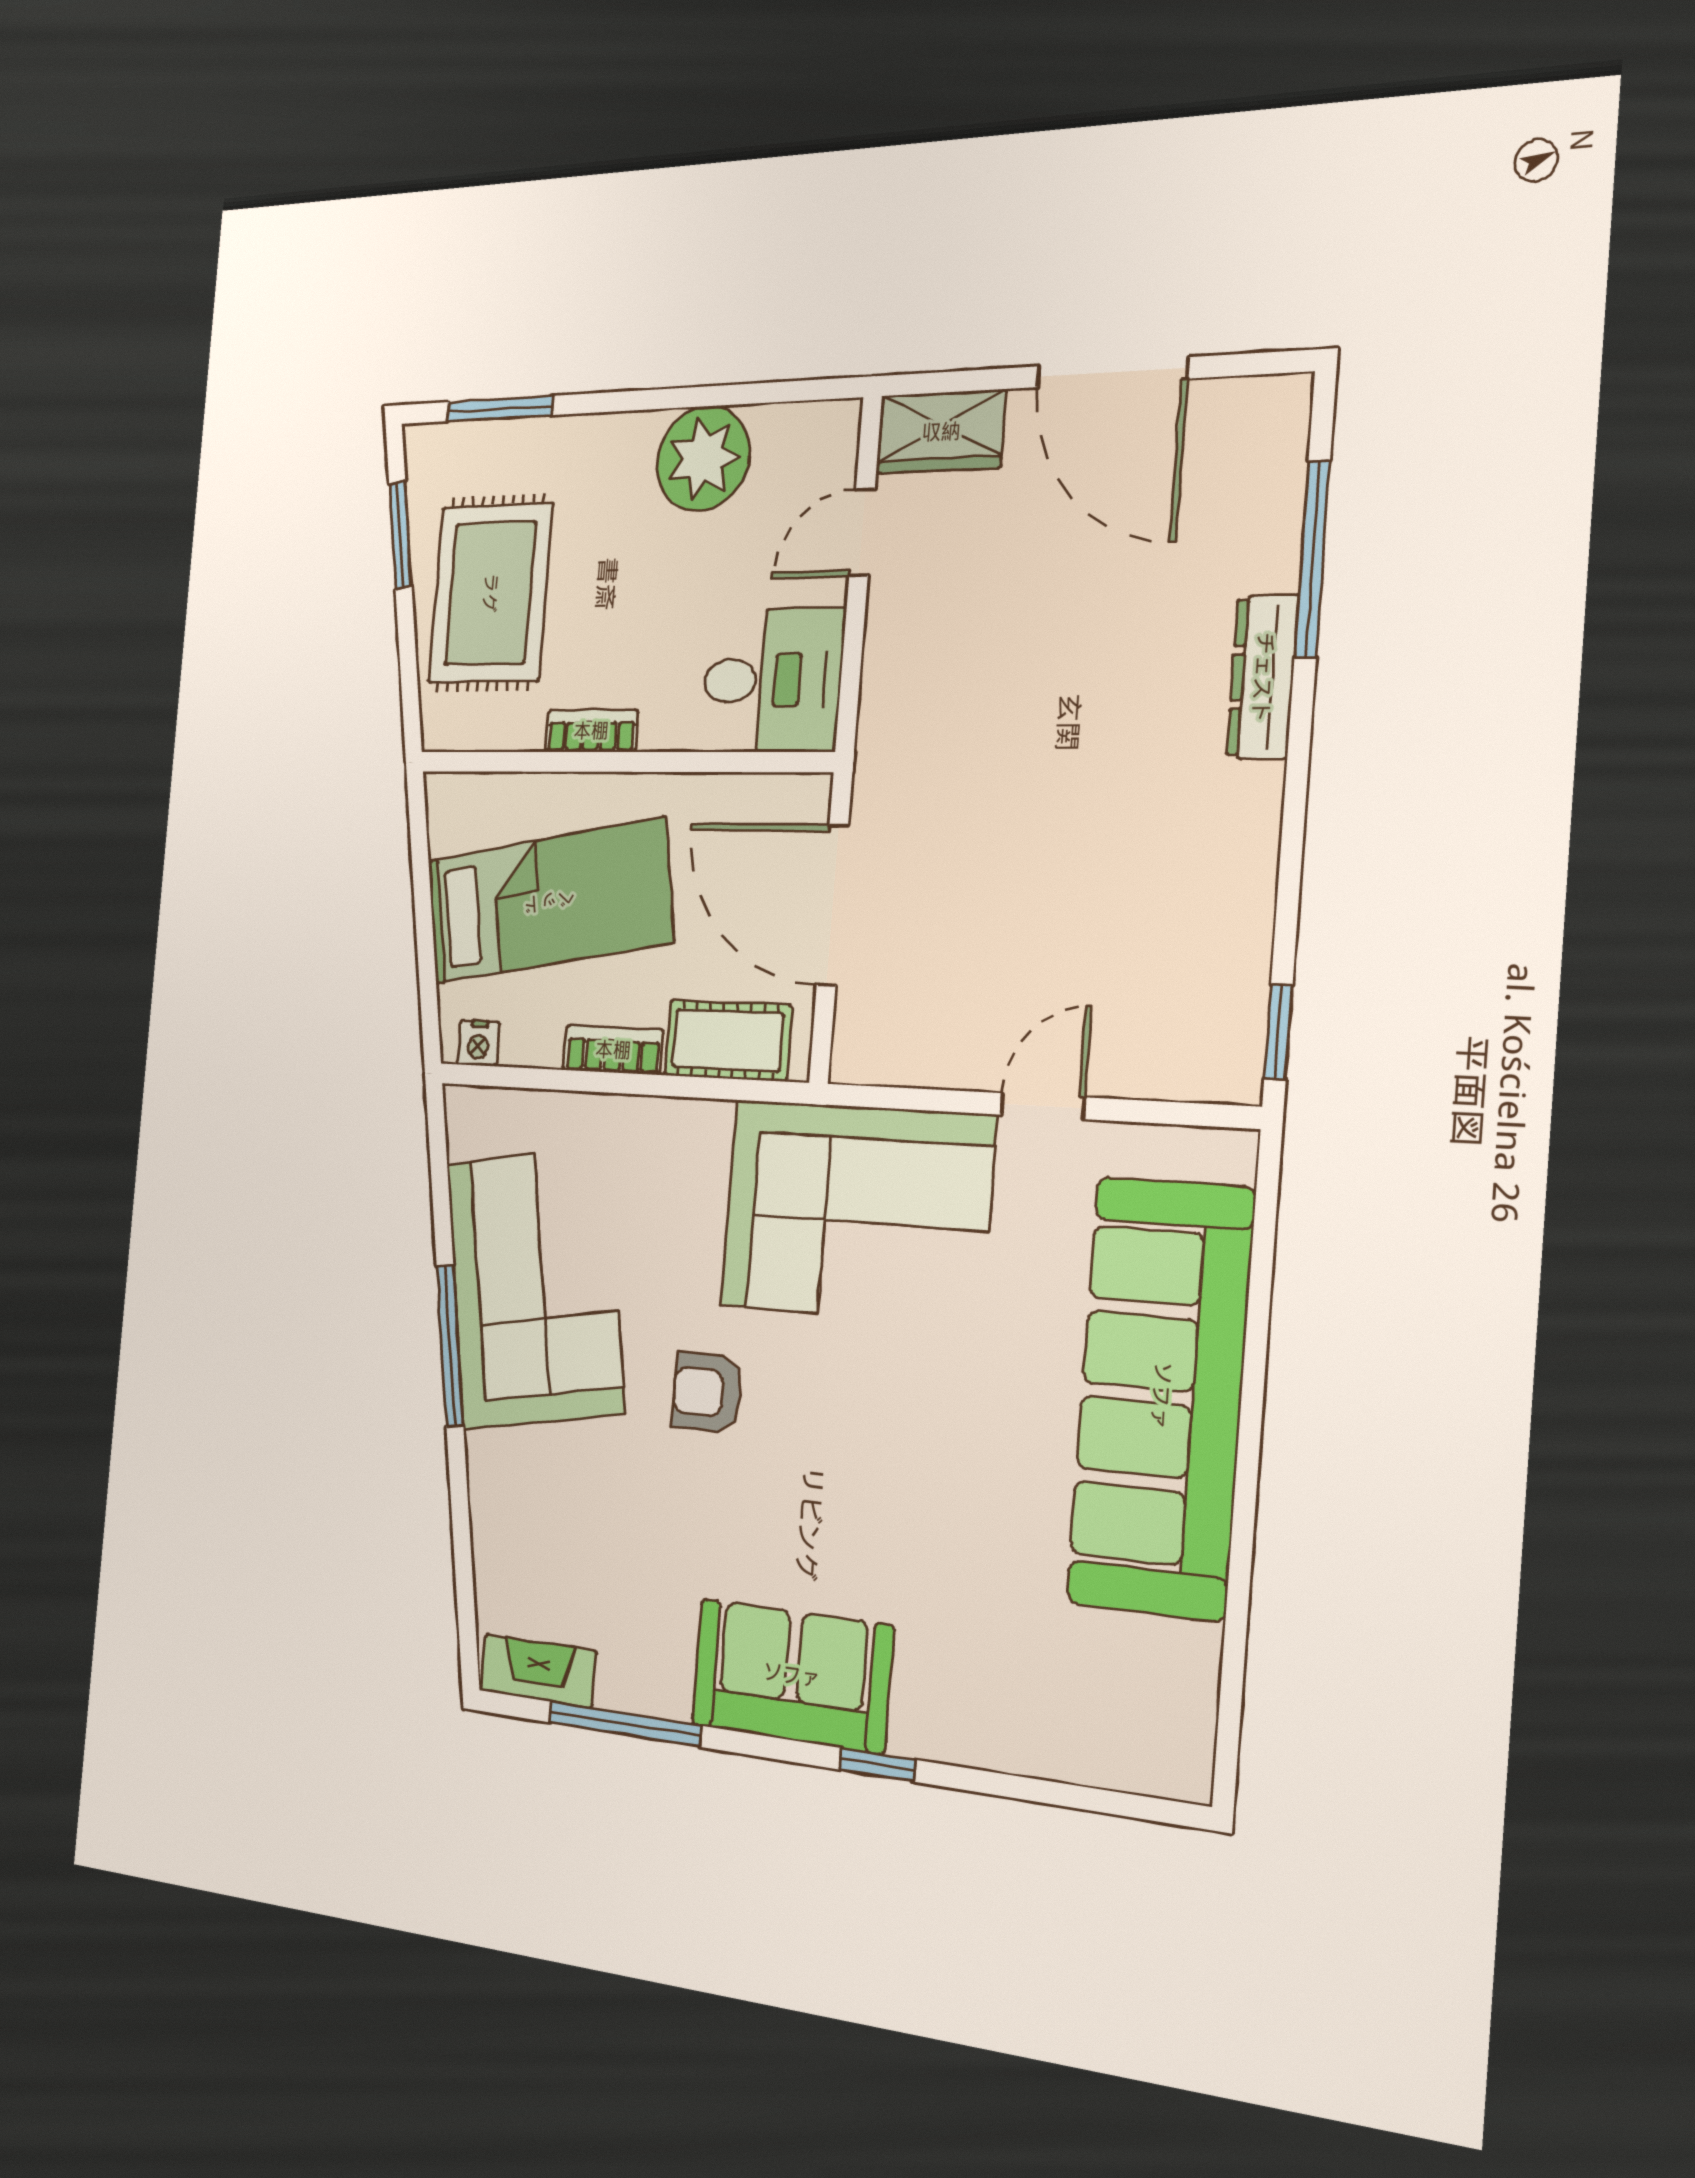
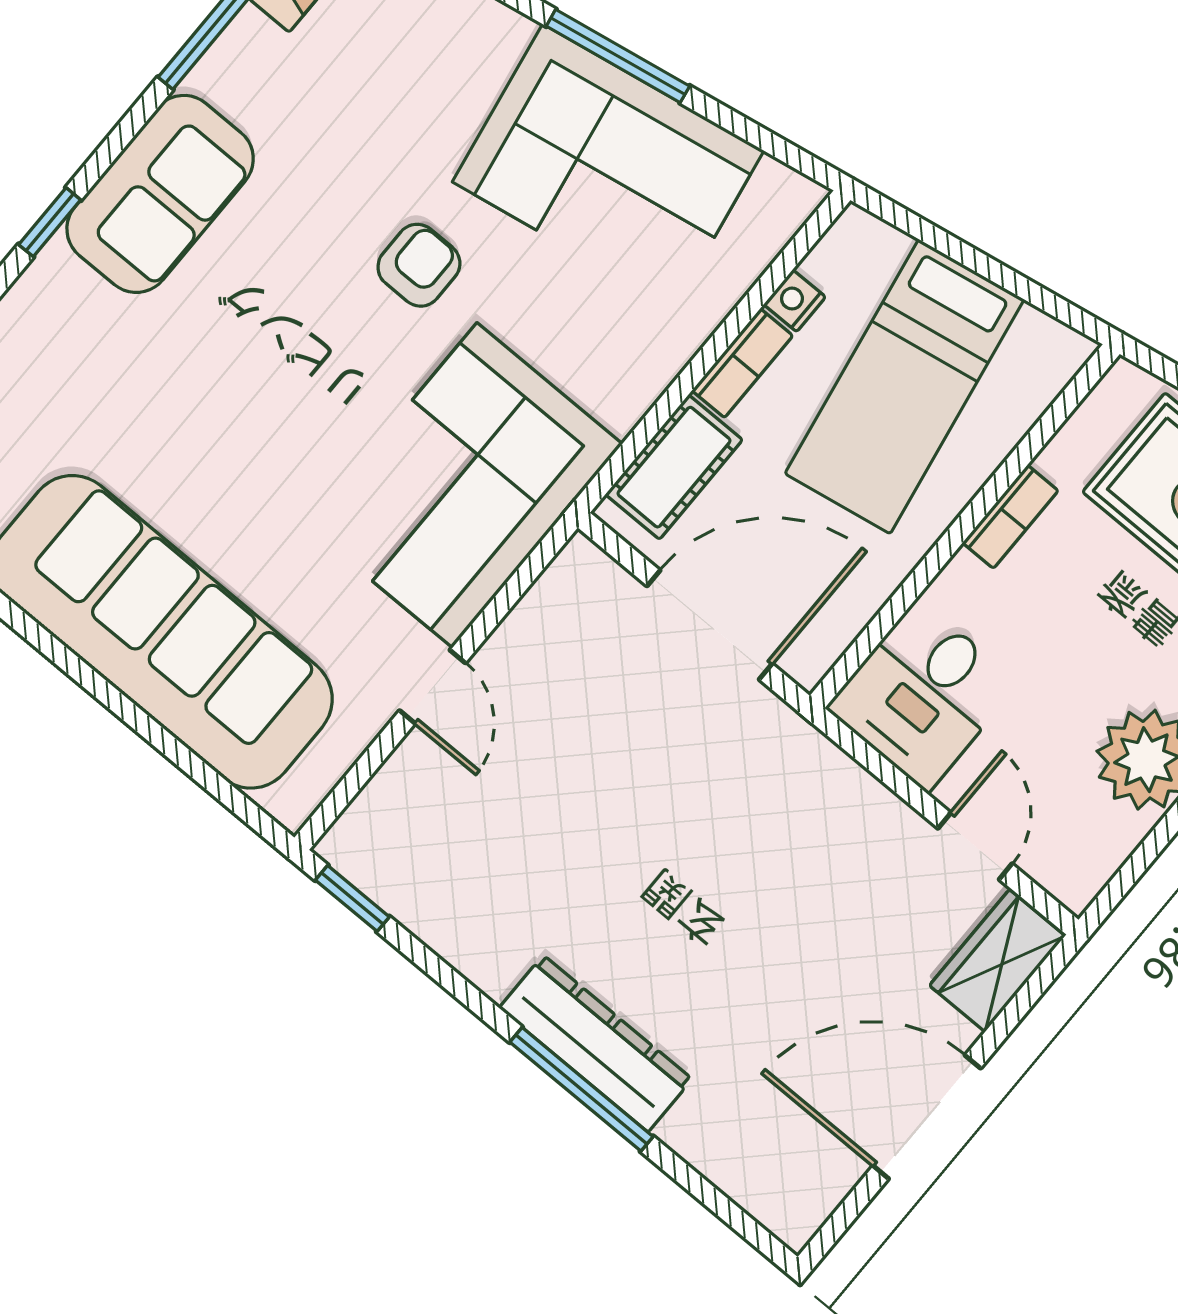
window: (1312, 559) -> (581, 1089), moved
dresser: (1263, 677) -> (596, 1044), width x1.37, depth x1.24
nightstand: (478, 1043) -> (795, 301), moved

